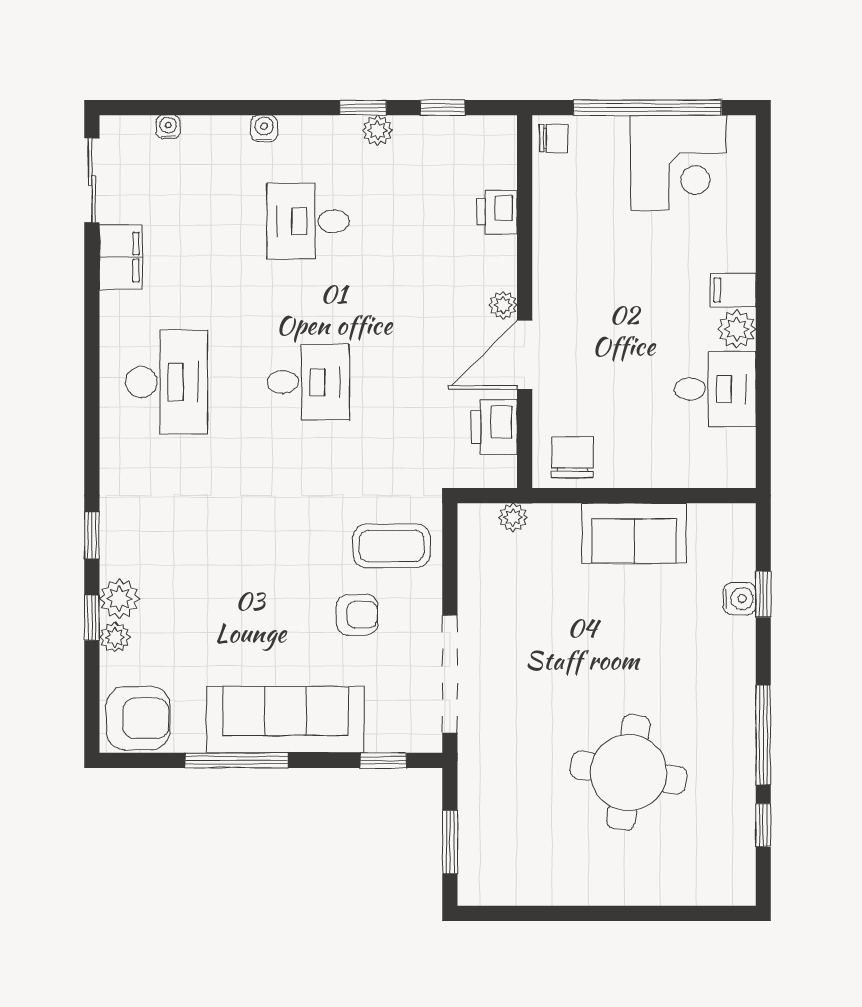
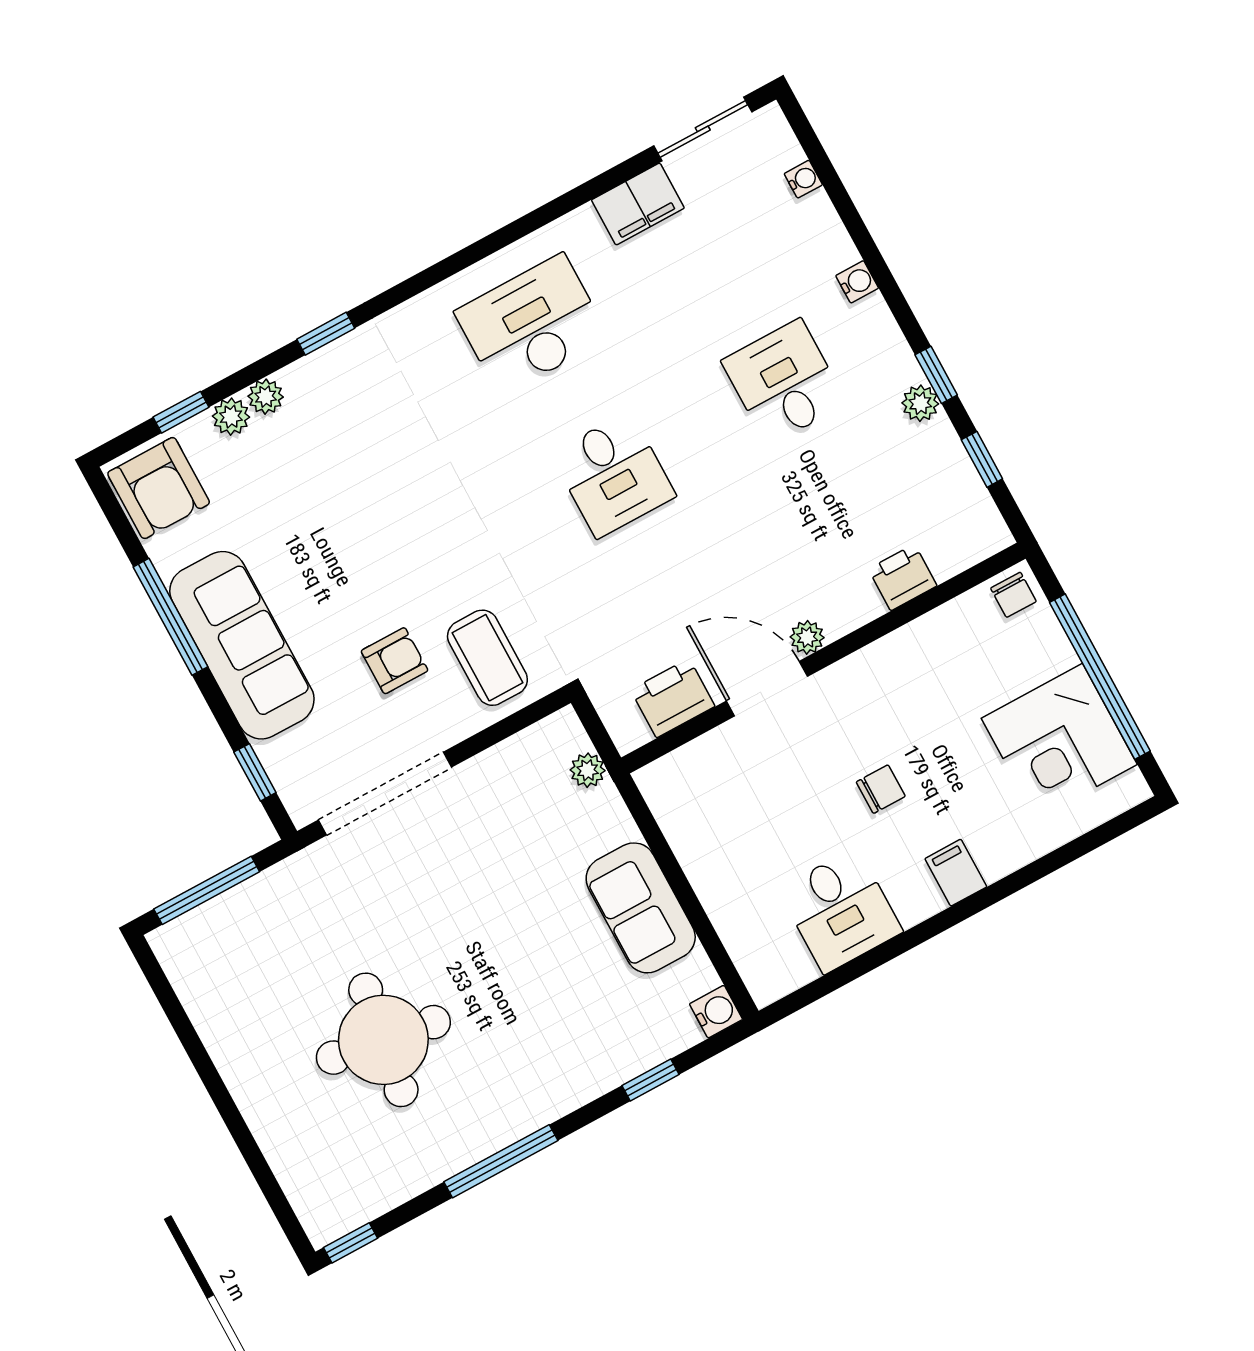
plant: (737, 329) -> (916, 899), removed
desk: (167, 382) -> (532, 325), turned 180
chair: (572, 457) -> (881, 789), moved, width x0.73, depth x0.73
plant: (119, 599) -> (266, 397), width x0.73, depth x0.73
water cooler: (739, 599) -> (716, 1012), moved, turned -90
armchair: (357, 615) -> (395, 661), turned -90
window: (92, 618) -> (181, 412), moved
window: (763, 825) -> (351, 1243), moved
window: (450, 842) -> (207, 890), width x1.44

